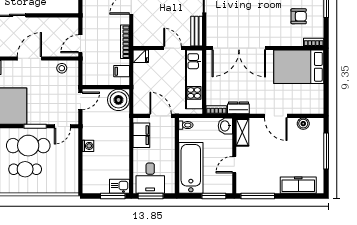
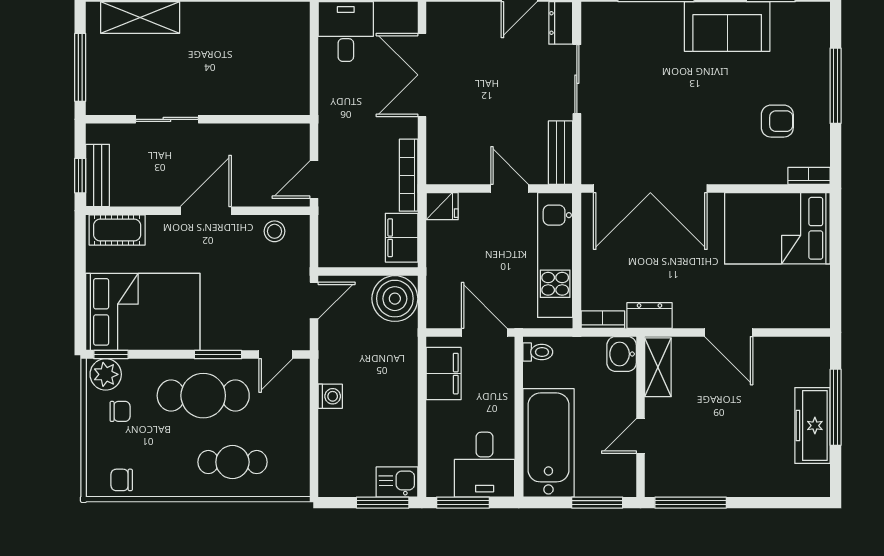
filing cabinet: (122, 71) -> (402, 238), width x2.00
boiler: (303, 124) -> (787, 349), removed
cafe table: (25, 169) -> (232, 462), moved
desk: (150, 178) -> (485, 465), moved
freezer: (298, 185) -> (812, 426), moved, turned -90

